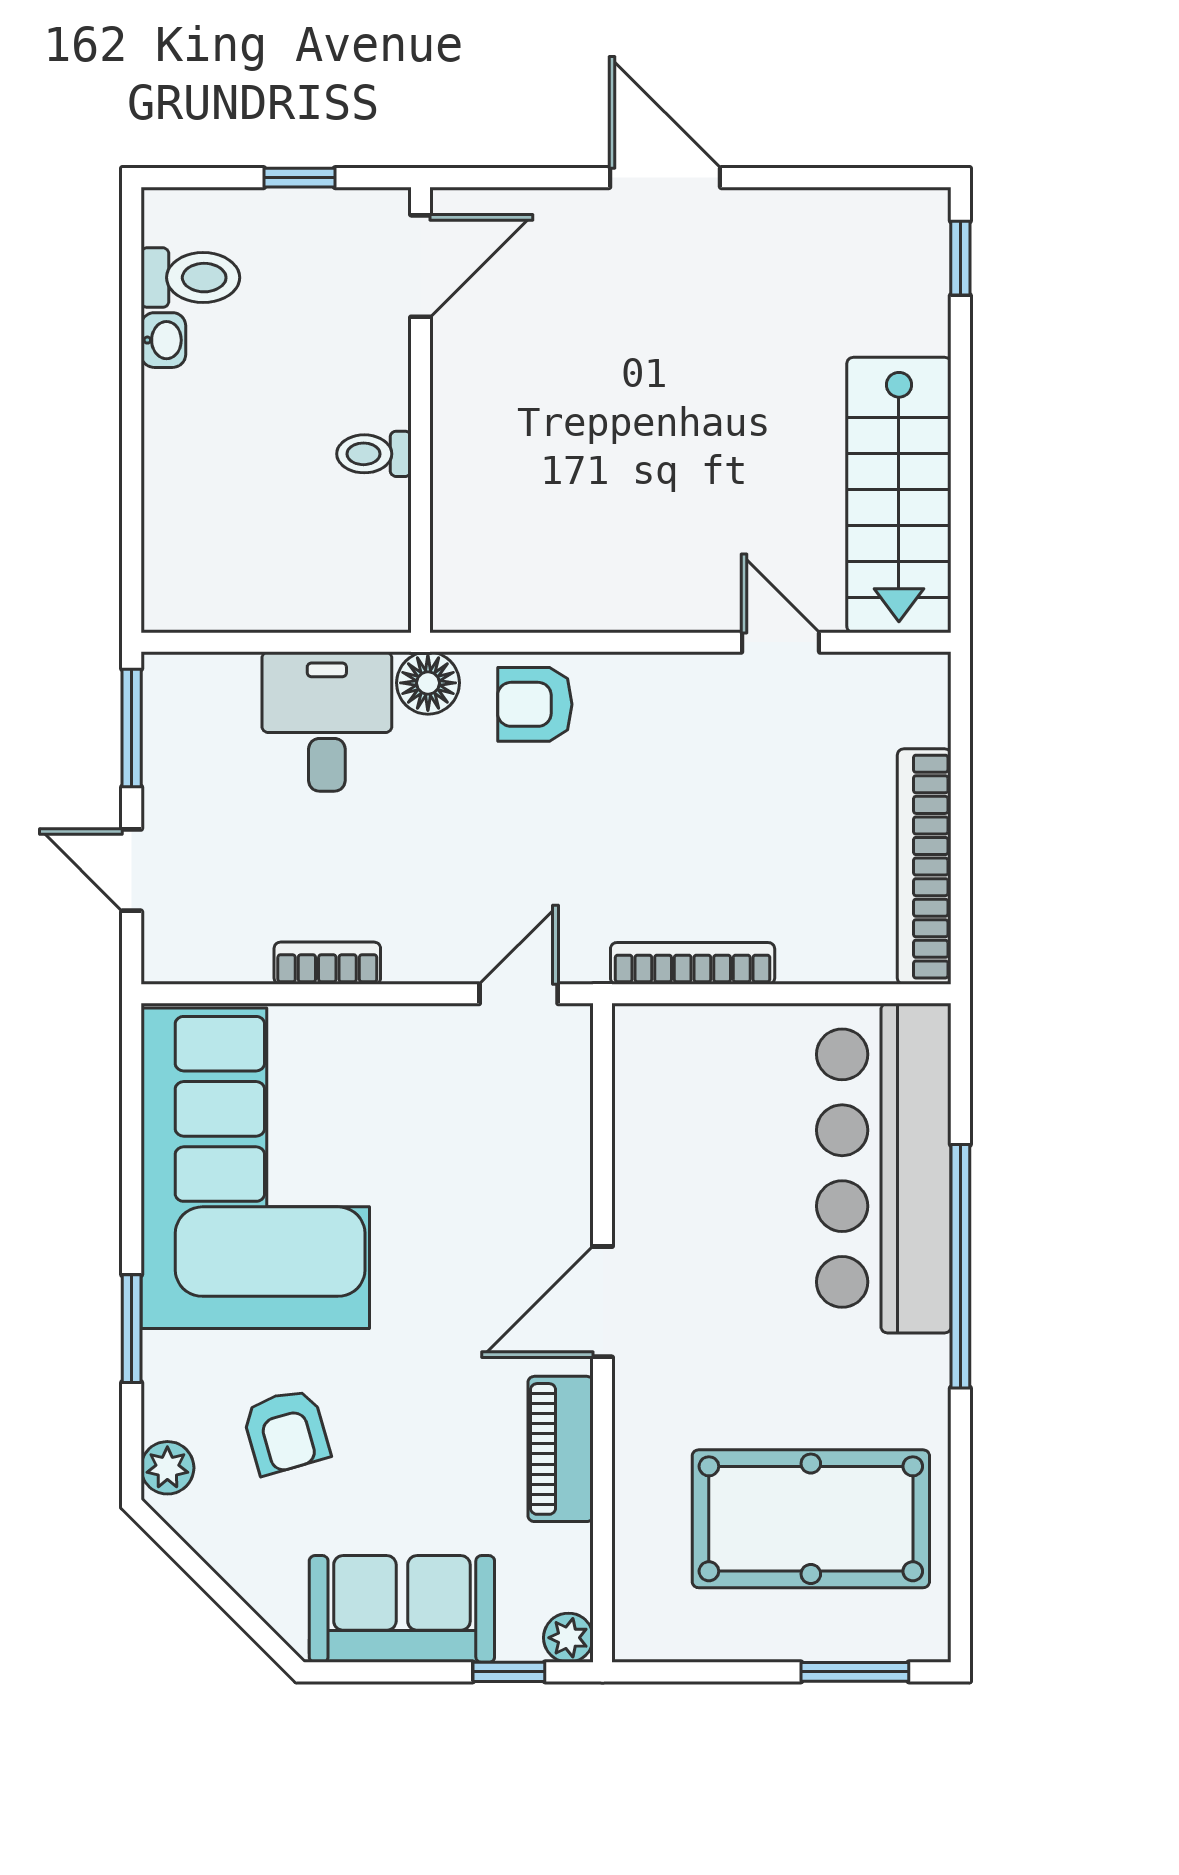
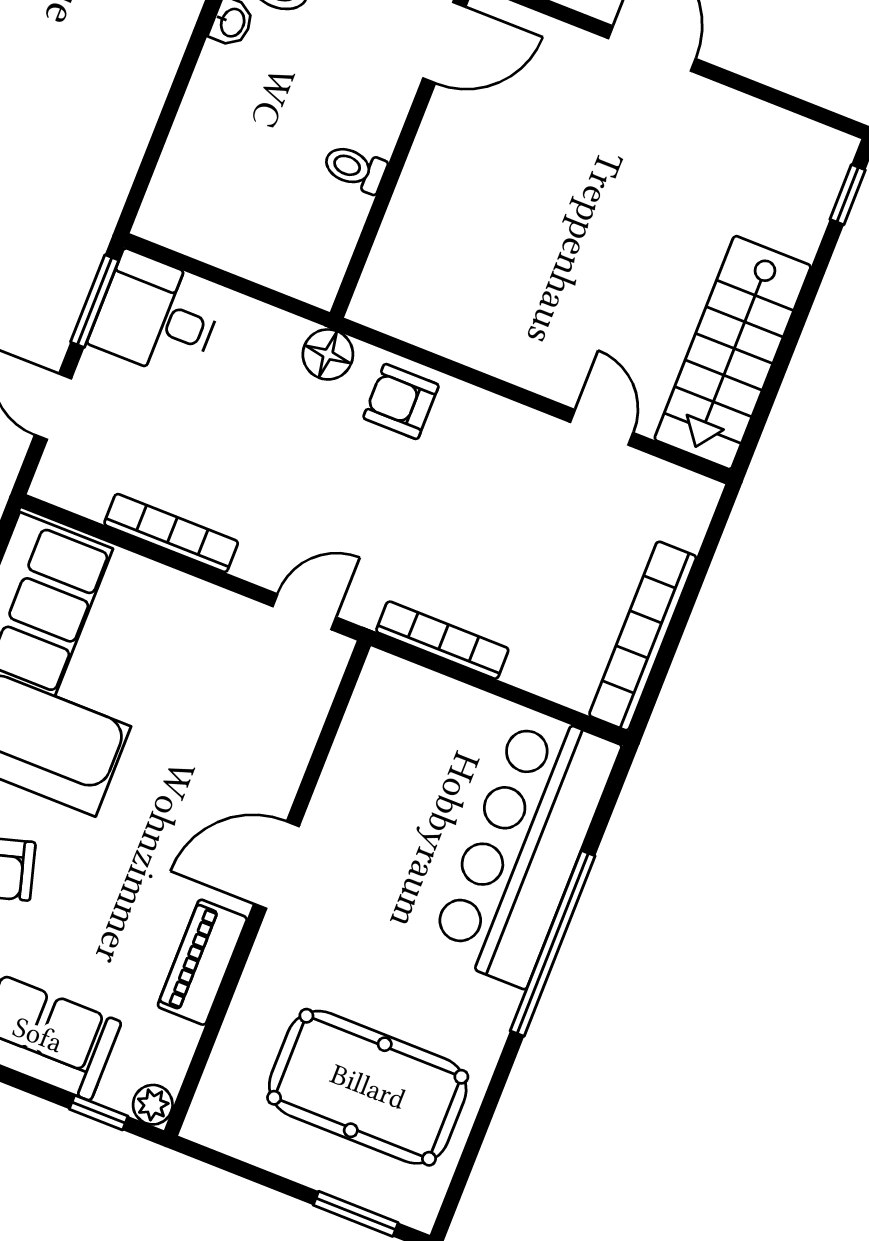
desk: (327, 722) -> (157, 316), moved, turned -90
bookcase: (327, 963) -> (171, 533), width x1.56

